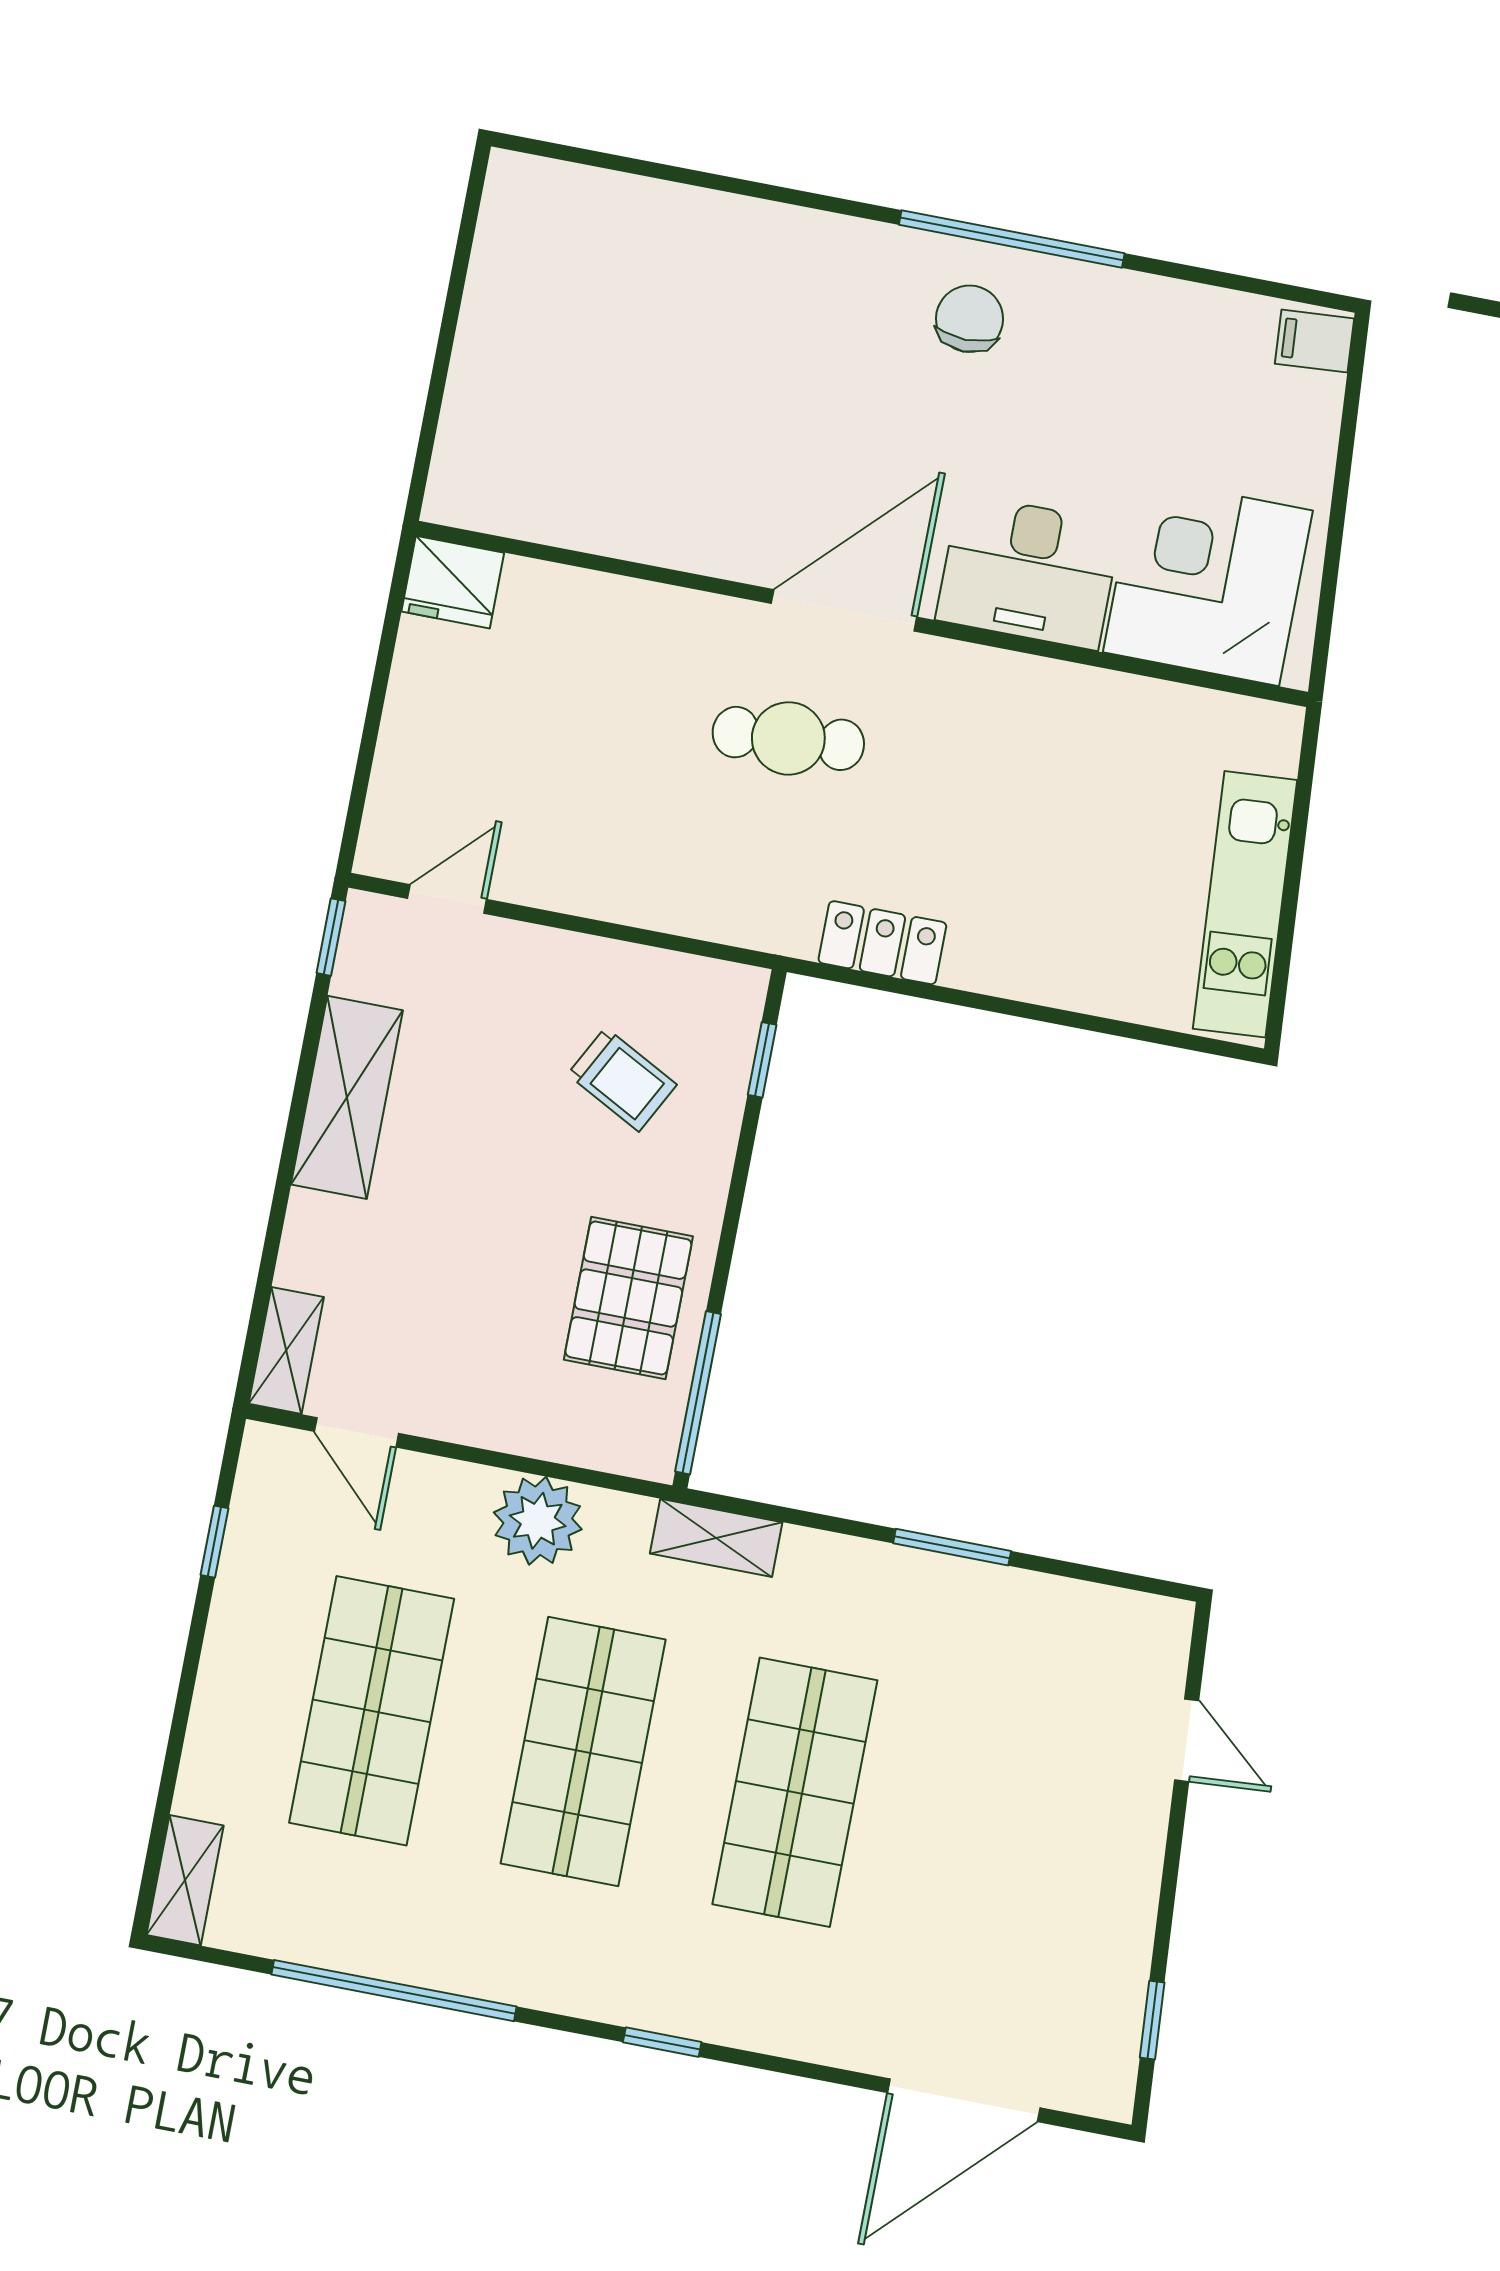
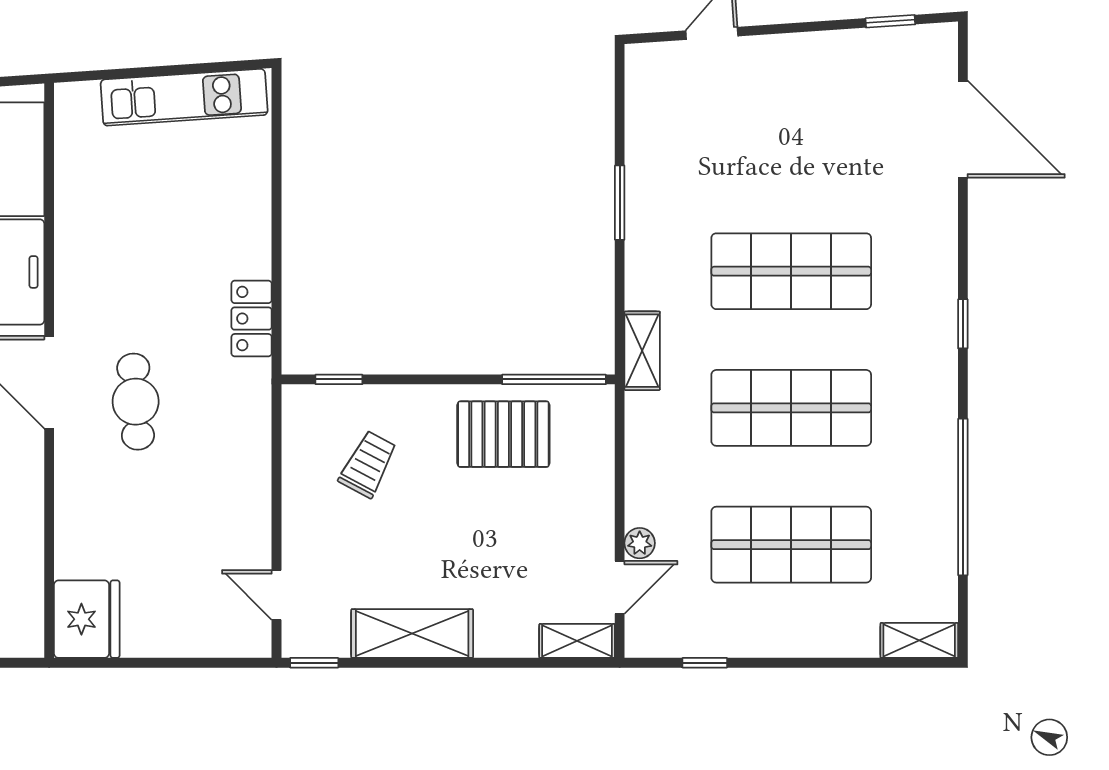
fridge: (453, 582) -> (87, 619), width x1.36, depth x1.34
plant: (538, 1521) -> (640, 543), moved, width x0.53, depth x0.53

